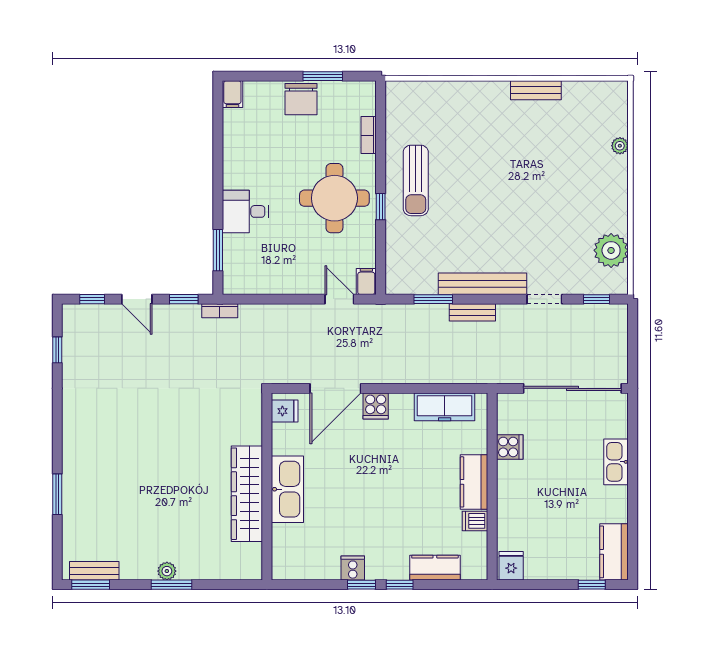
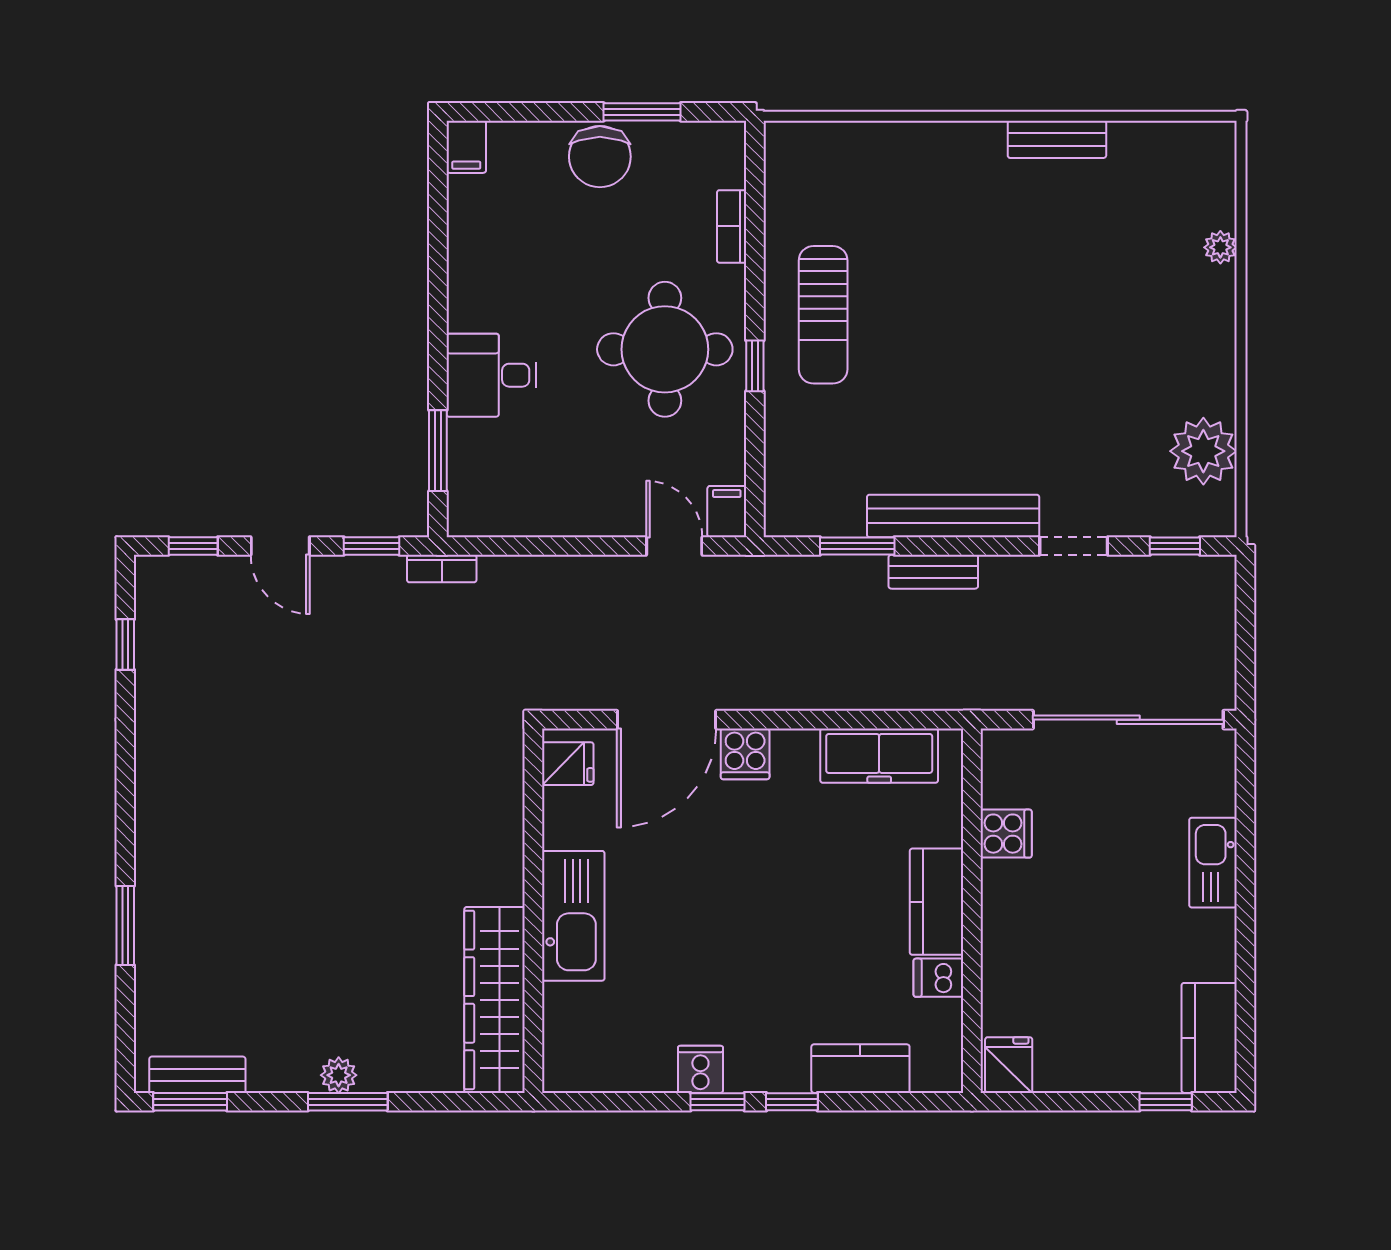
wardrobe: (247, 494) -> (495, 1000), moved

